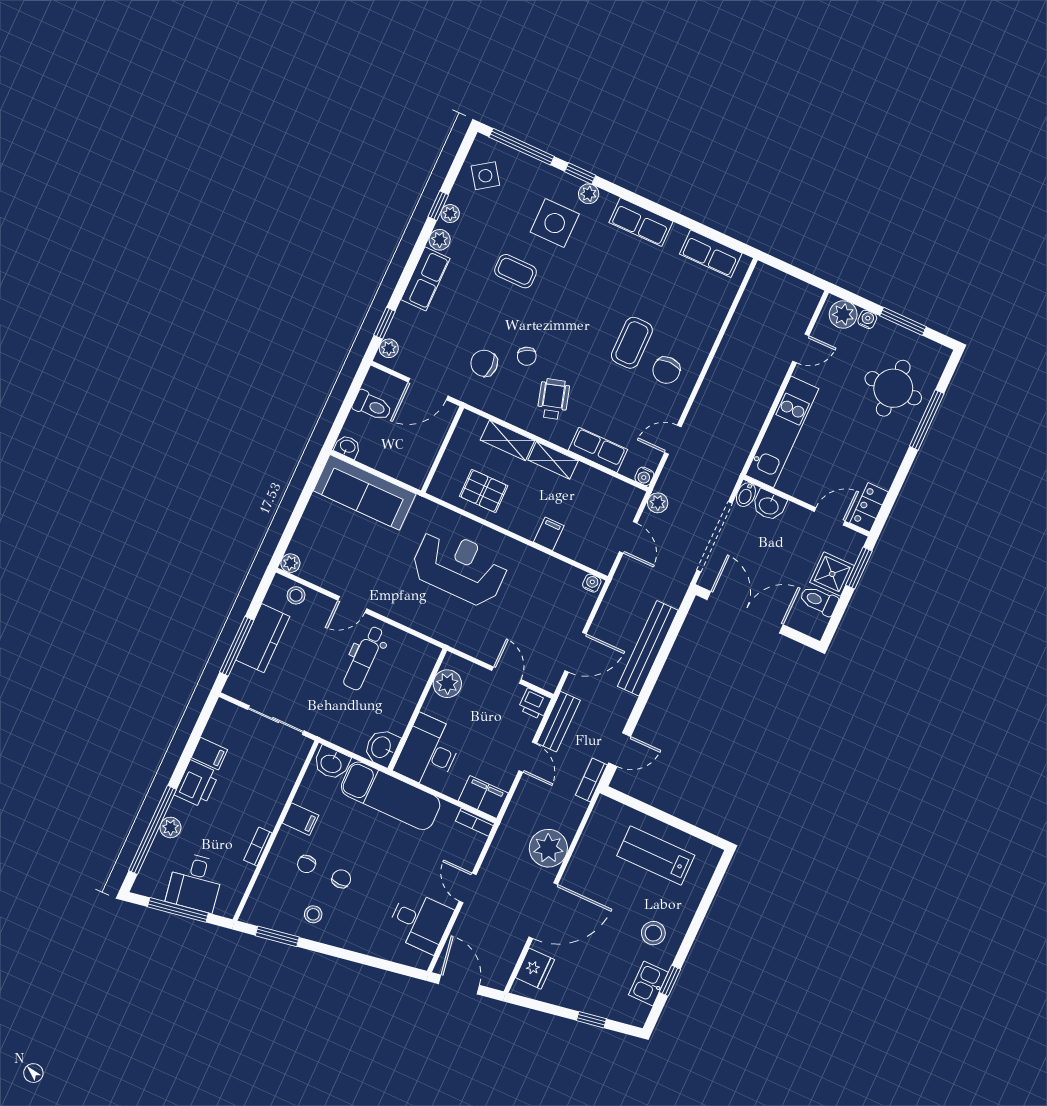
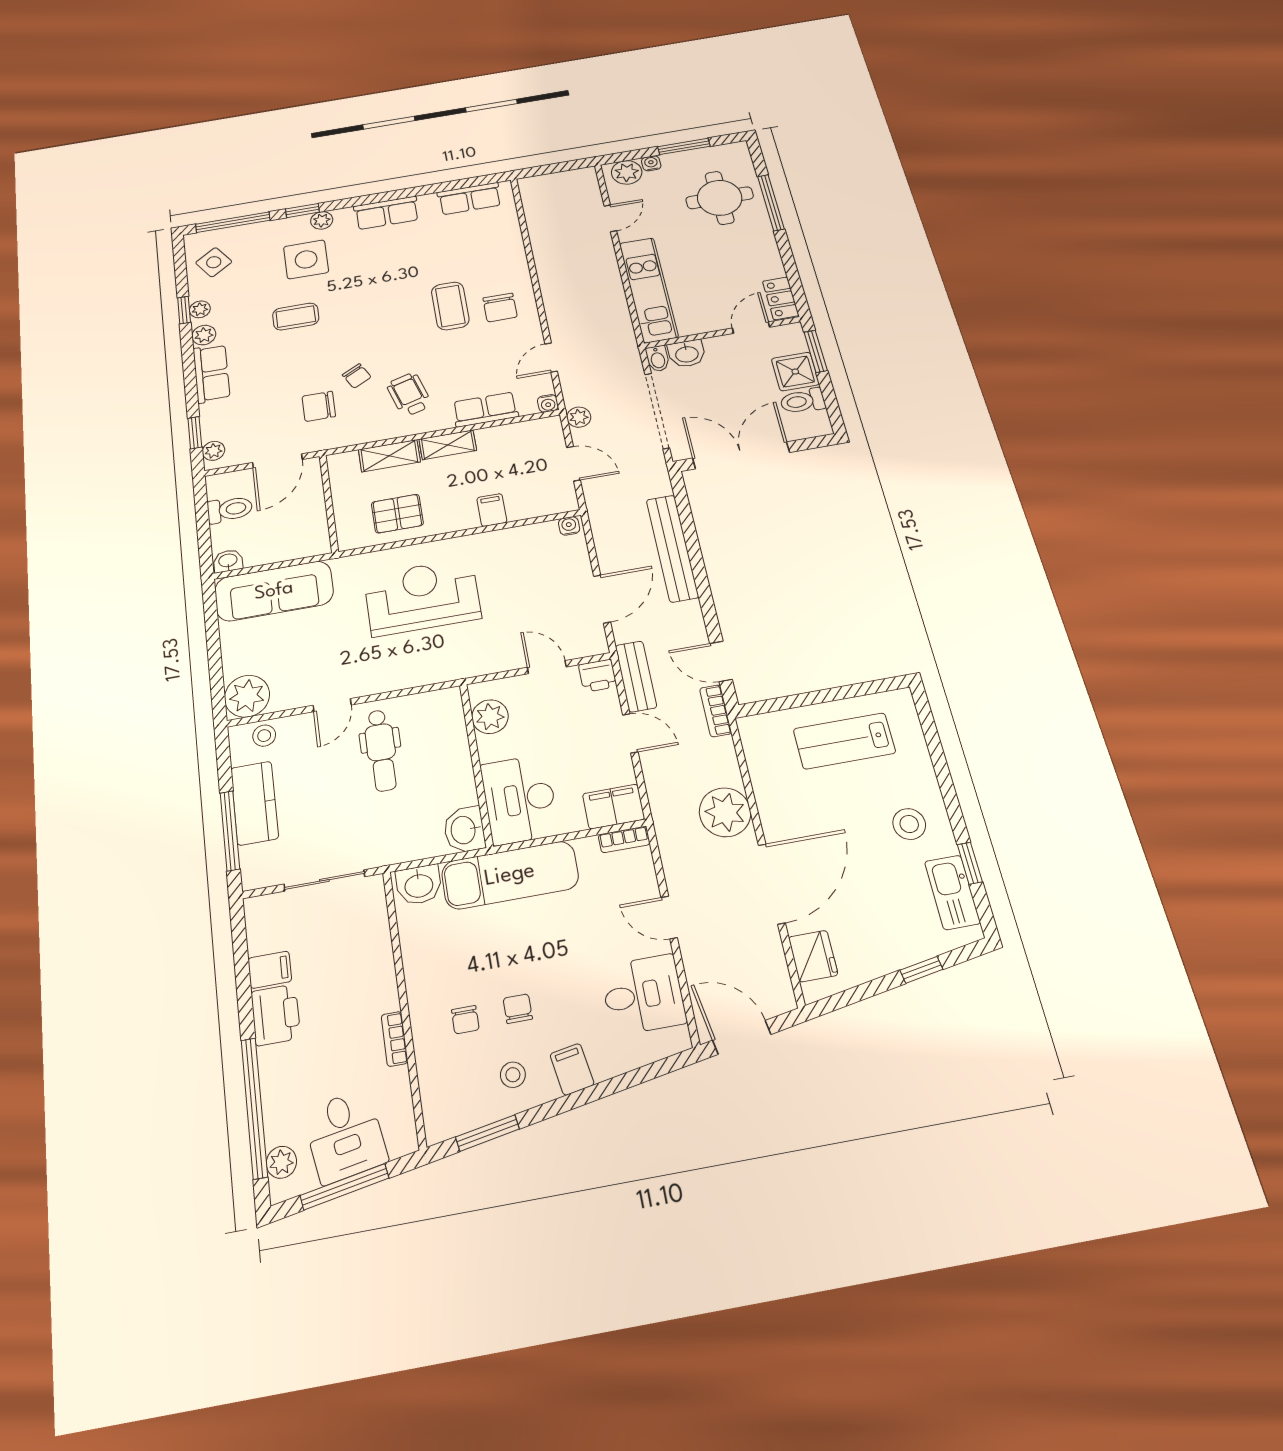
plant: (290, 563) -> (247, 696), width x1.88, depth x1.88
door: (620, 750) -> (721, 661), swing flipped
filing cabinet: (300, 819) -> (572, 1069), moved, turned -100
plant: (170, 827) -> (281, 1162), moved
kitchen sink: (648, 983) -> (952, 892), width x1.38

